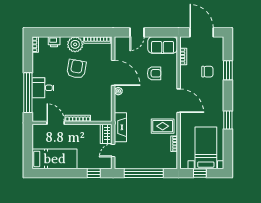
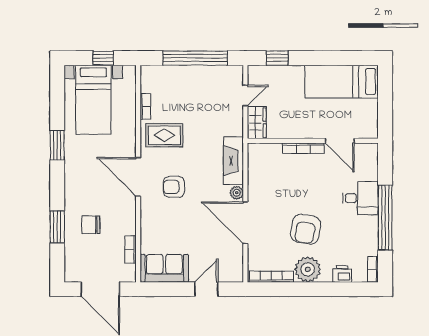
armchair: (154, 73) -> (174, 187), moved
window: (28, 93) -> (385, 218), moved
fireplace: (120, 127) -> (233, 161), moved

